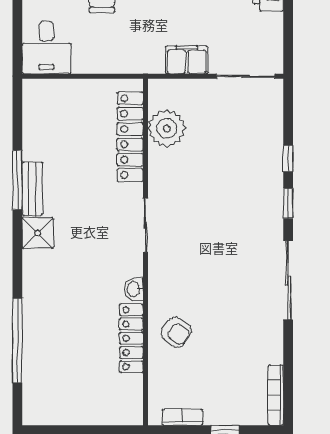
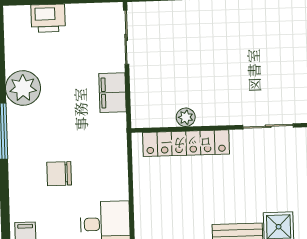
plant: (167, 128) -> (186, 117), width x0.53, depth x0.53

